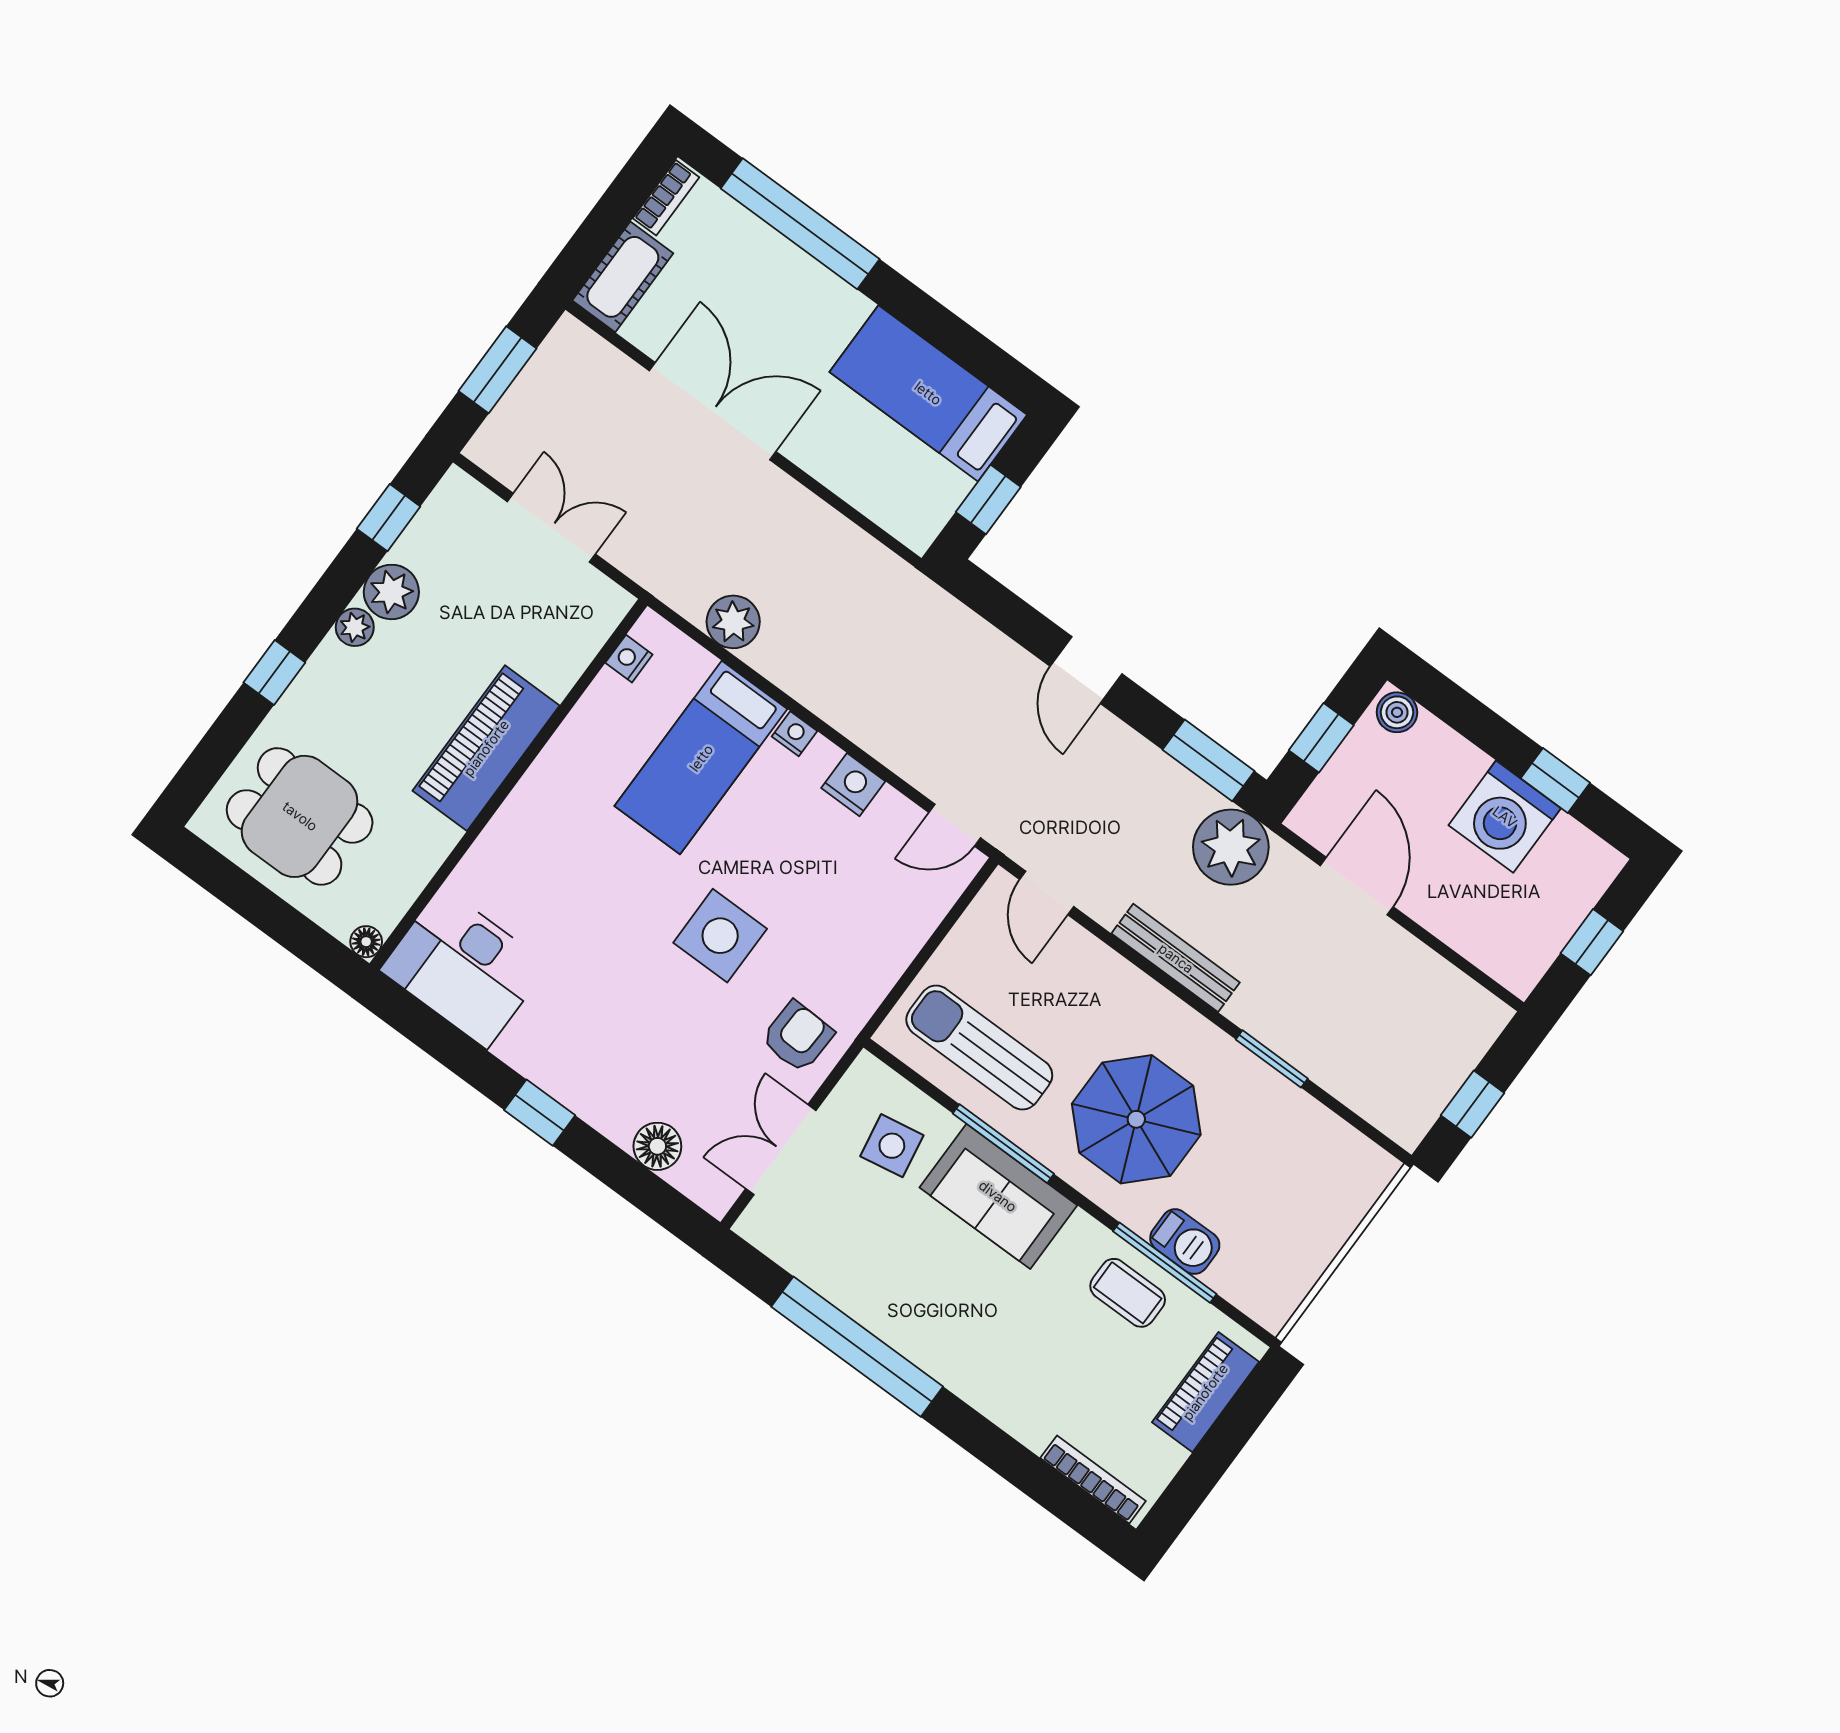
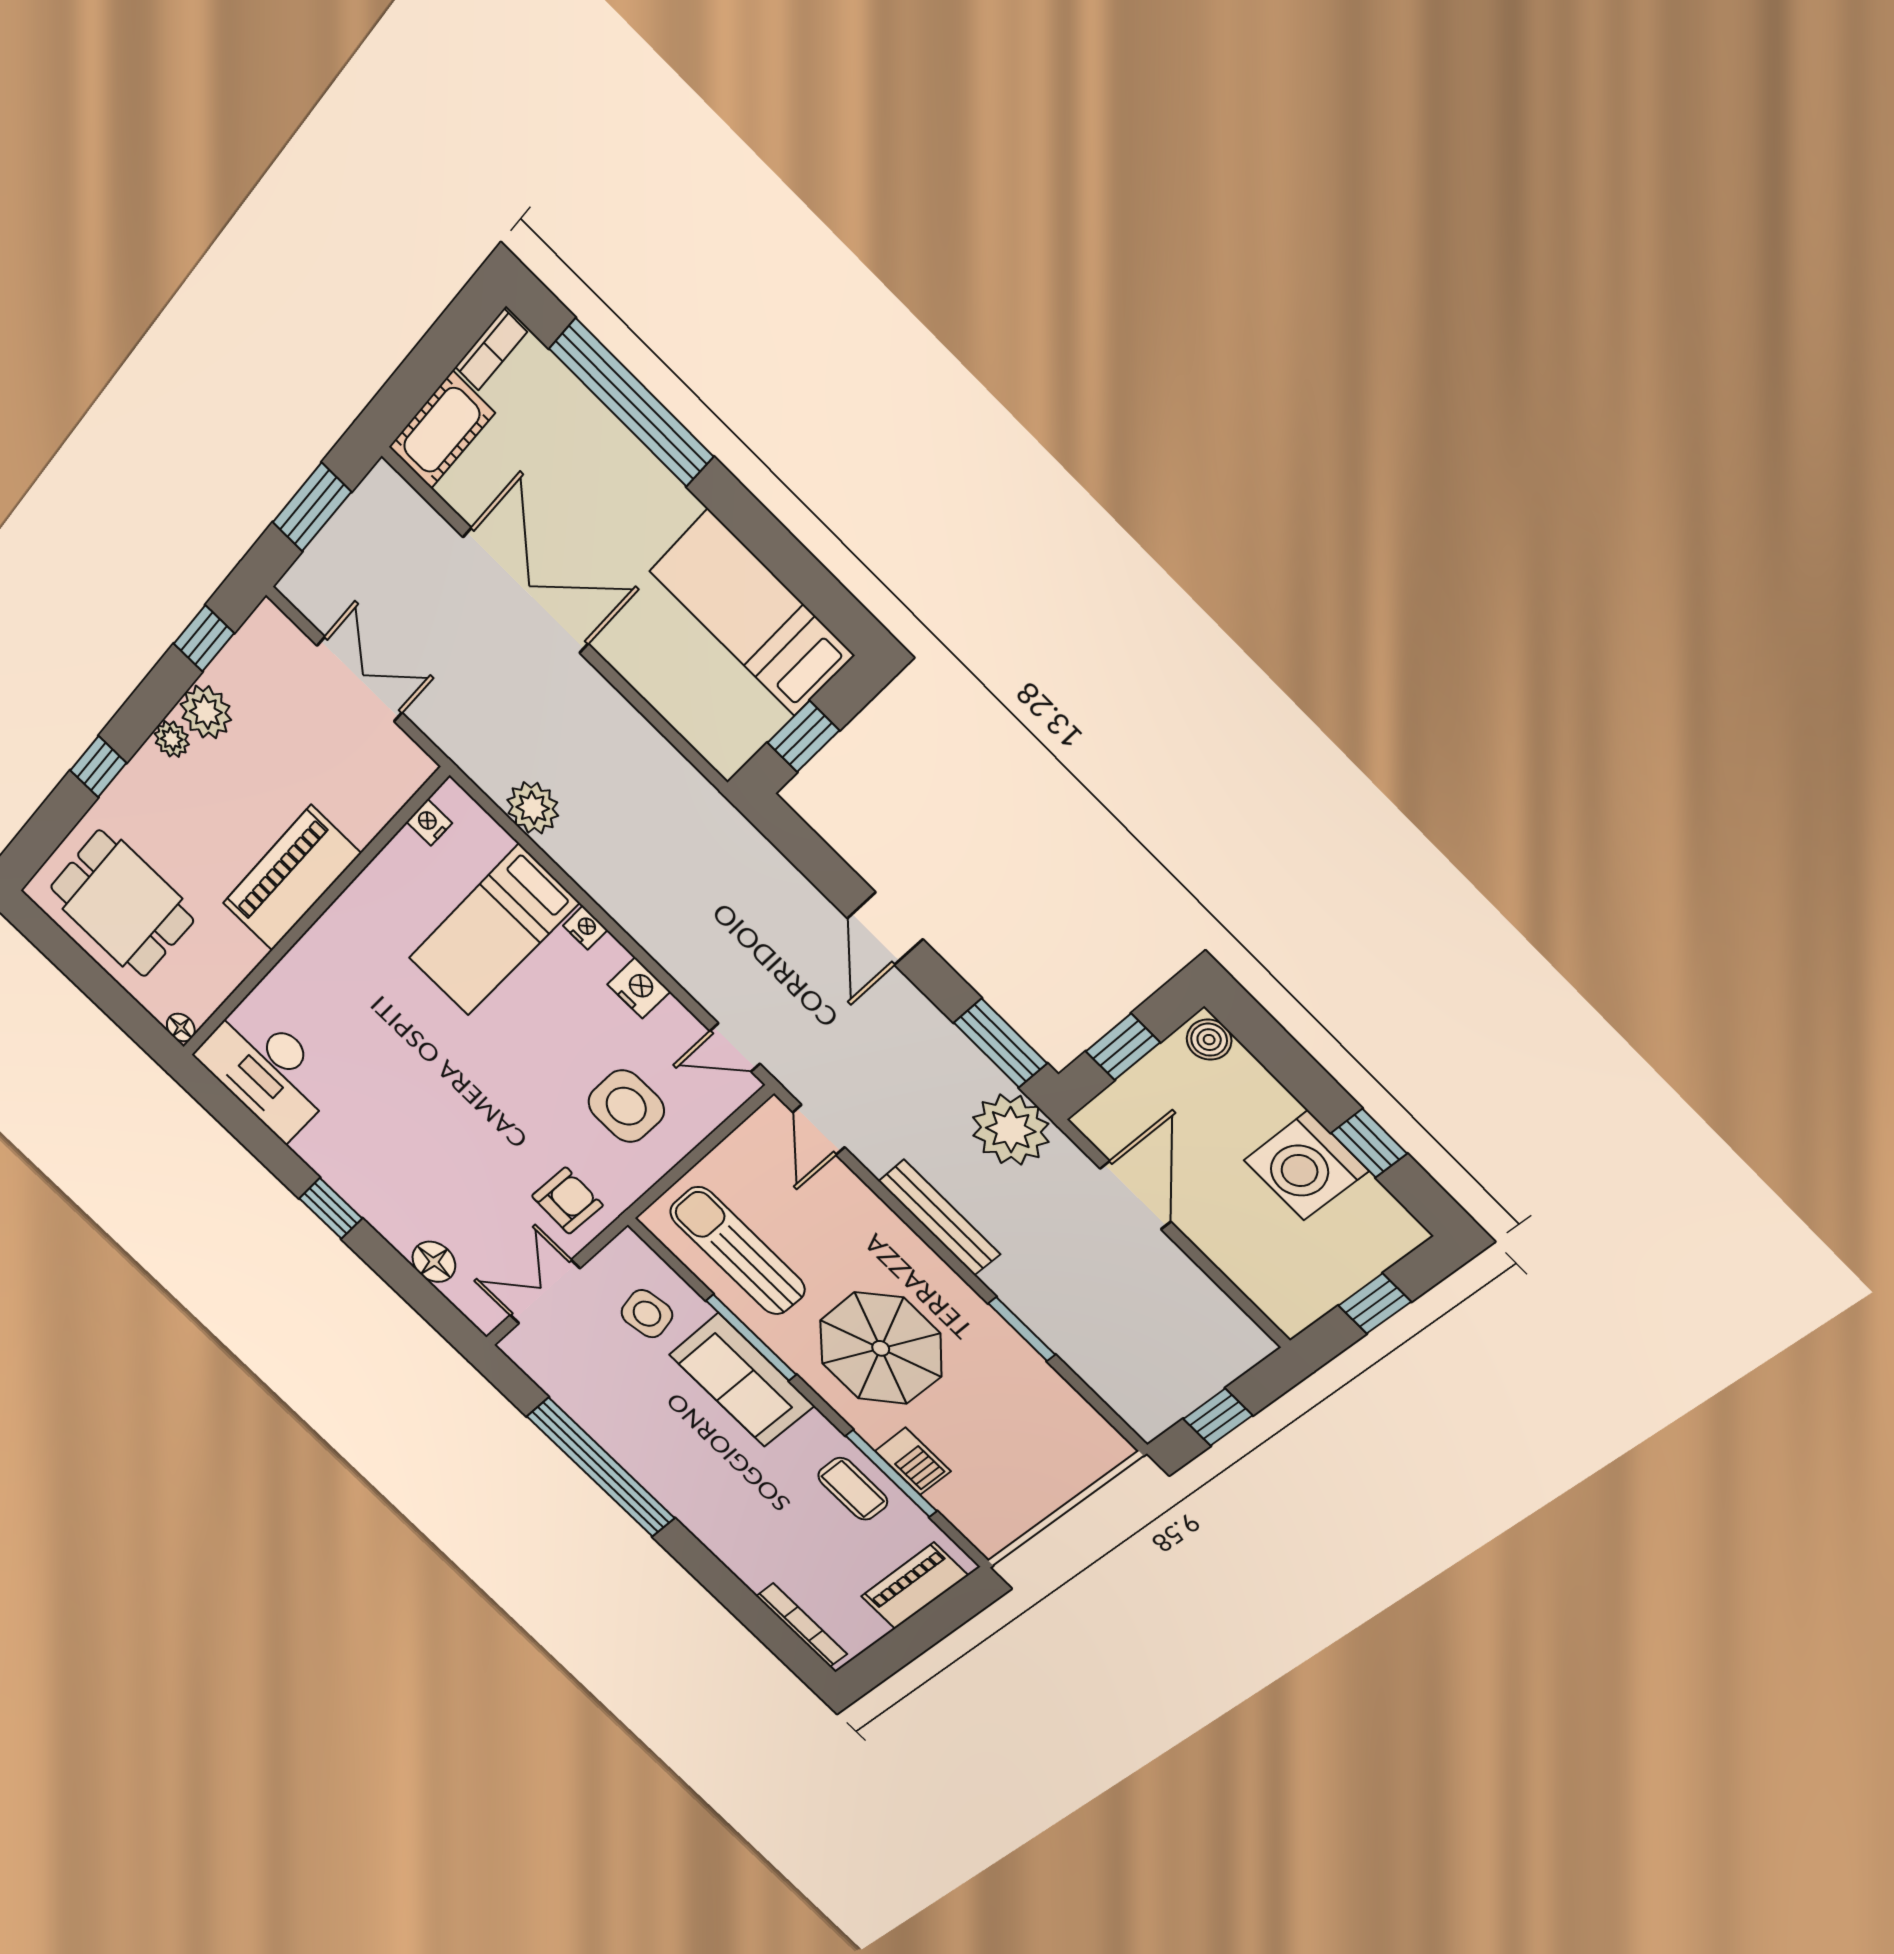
side table: (720, 936) -> (626, 1106), moved

